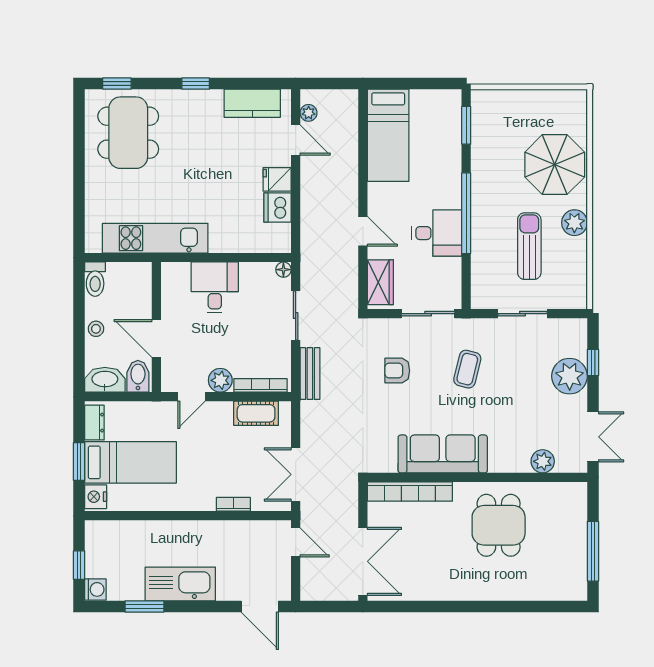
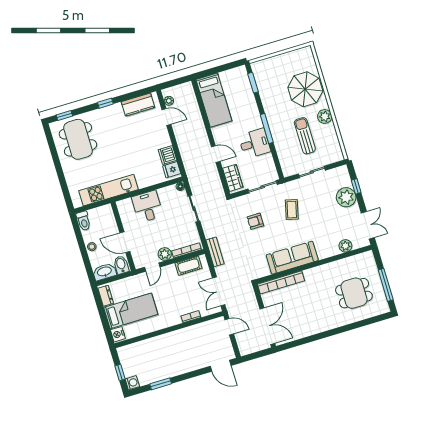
fridge: (277, 179) -> (172, 170), moved
window: (466, 213) -> (267, 128), width x0.68
bench: (310, 374) -> (215, 252), moved
window: (79, 462) -> (104, 318), removed
dining table: (499, 525) -> (354, 293), moved, turned 90
kitchen sink: (180, 584) -> (176, 366), removed

